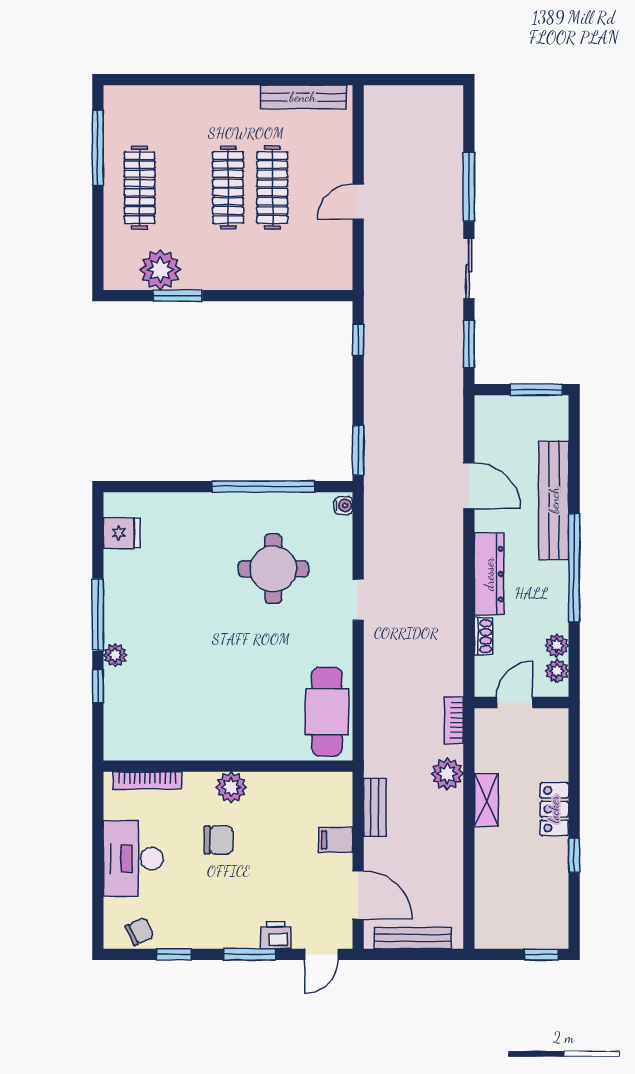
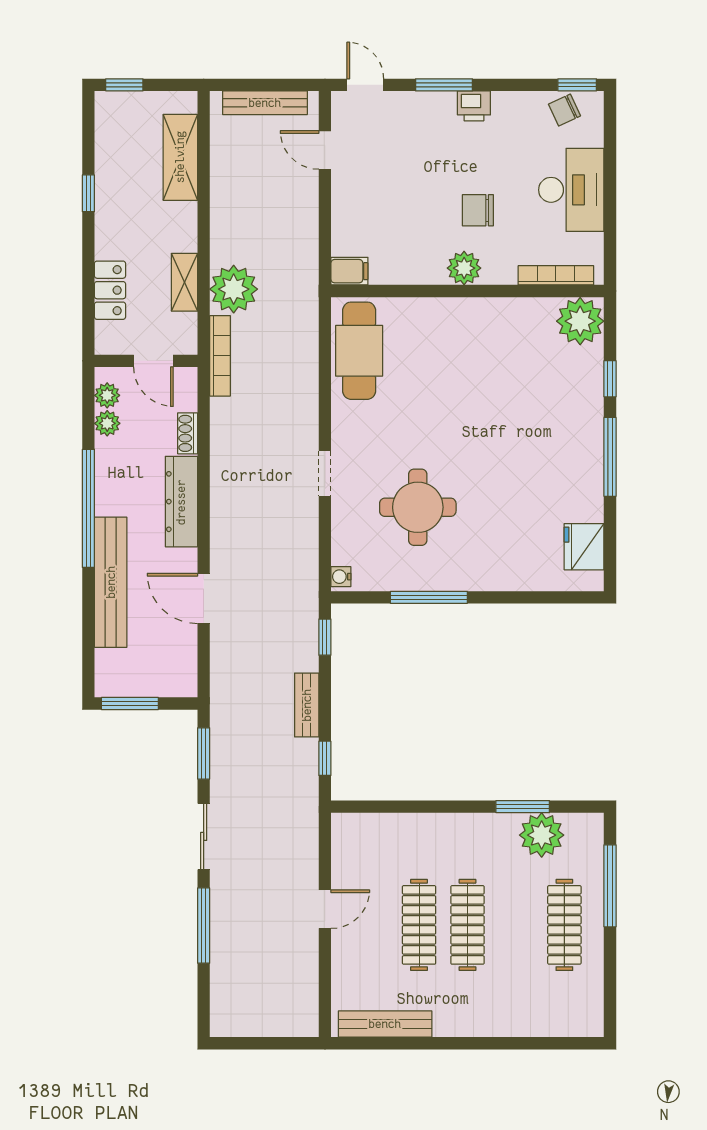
window: (98, 148) -> (610, 886), moved
window: (358, 450) -> (325, 637), width x0.67
window: (263, 487) -> (429, 597), width x0.68
fridge: (122, 533) -> (584, 547), width x1.38
plant: (115, 655) -> (580, 321), moved, width x1.88, depth x1.88
door: (515, 702) -> (153, 361), hinge flipped
bookcase: (454, 720) -> (220, 356), width x1.56
plant: (447, 774) -> (234, 289), width x1.36, depth x1.36
shelving: (486, 800) -> (185, 282), moved
bench: (375, 808) -> (307, 705), moved
locker: (554, 809) -> (110, 290), moved
filing cabinet: (336, 840) -> (349, 271), moved
shelving: (490, 888) -> (180, 157), added
door: (358, 895) -> (325, 150), width x0.73
printer: (276, 935) -> (474, 106), moved
window: (174, 954) -> (577, 85), moved
door: (321, 954) -> (365, 85), hinge flipped

